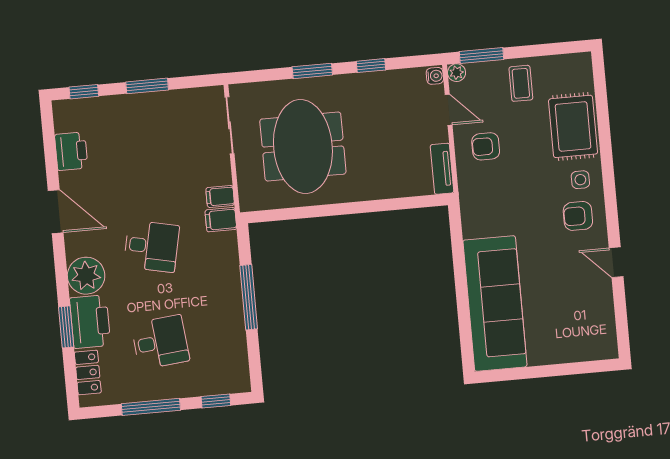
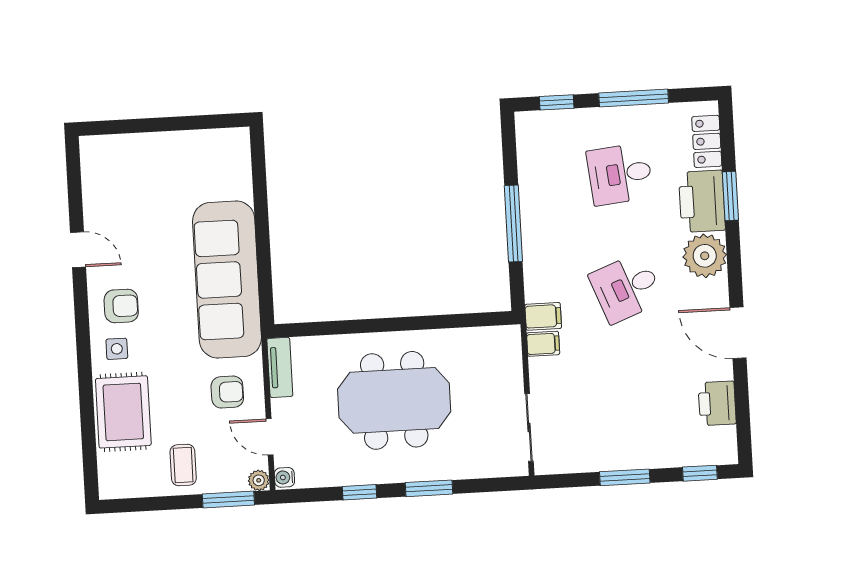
meeting table: (303, 147) -> (394, 400), moved, turned 90
desk: (151, 246) -> (626, 288), turned -33
sofa: (495, 303) -> (227, 279), moved

